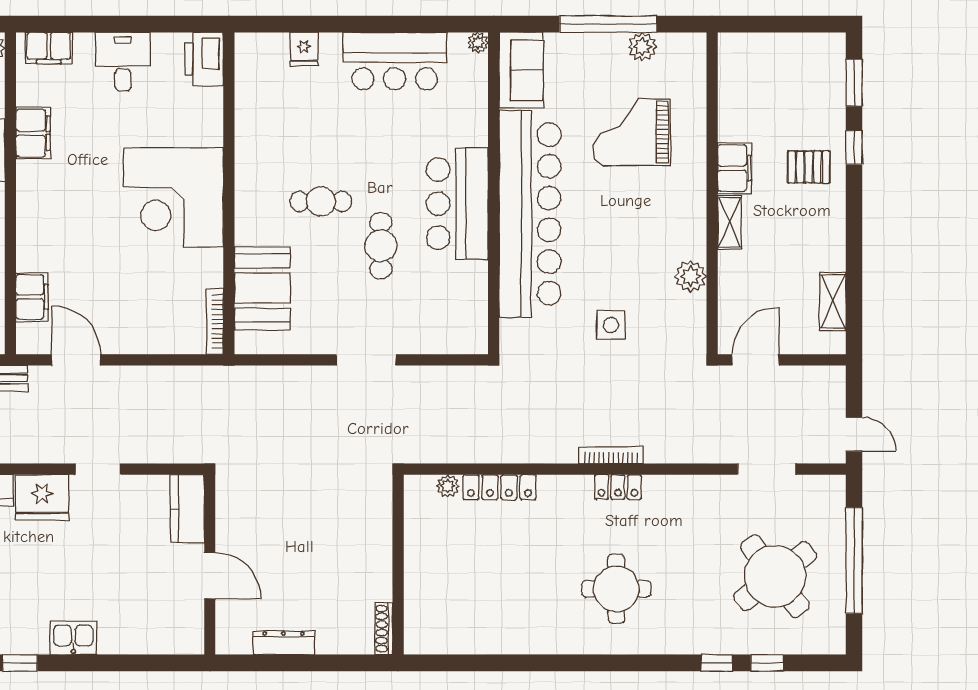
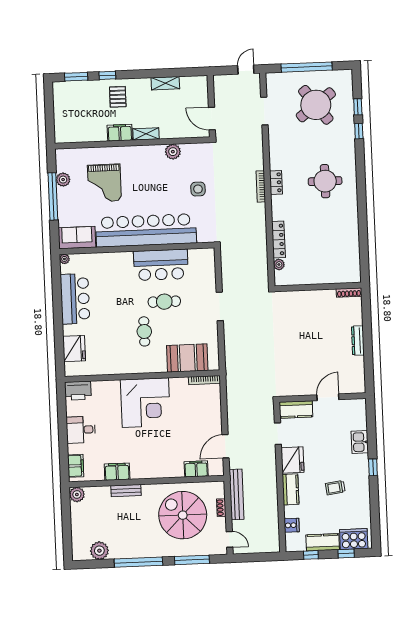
fridge: (304, 49) -> (74, 349), width x1.88, depth x1.34
bar counter: (457, 204) -> (161, 265), moved
shelving: (833, 301) -> (165, 83), moved
kitchen counter: (187, 509) -> (296, 409), moved
wall: (210, 565) -> (323, 397), moved
door: (210, 576) -> (328, 397), moved

